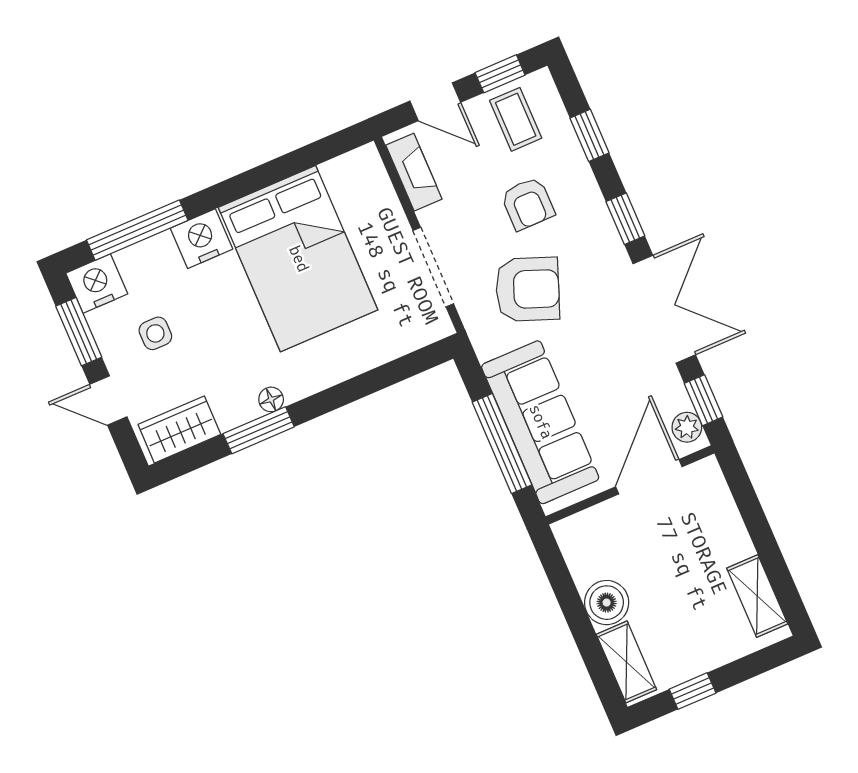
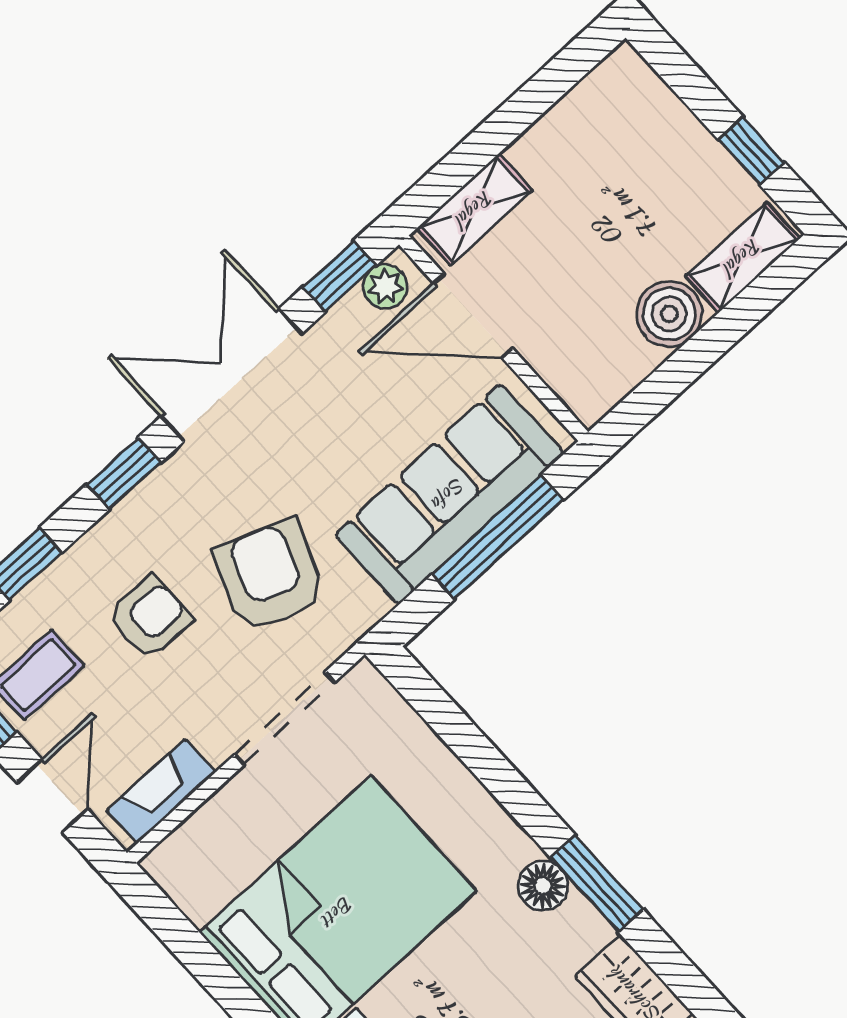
floor lamp: (271, 399) -> (543, 886), width x1.37, depth x1.37
shelving: (757, 596) -> (475, 209), moved

